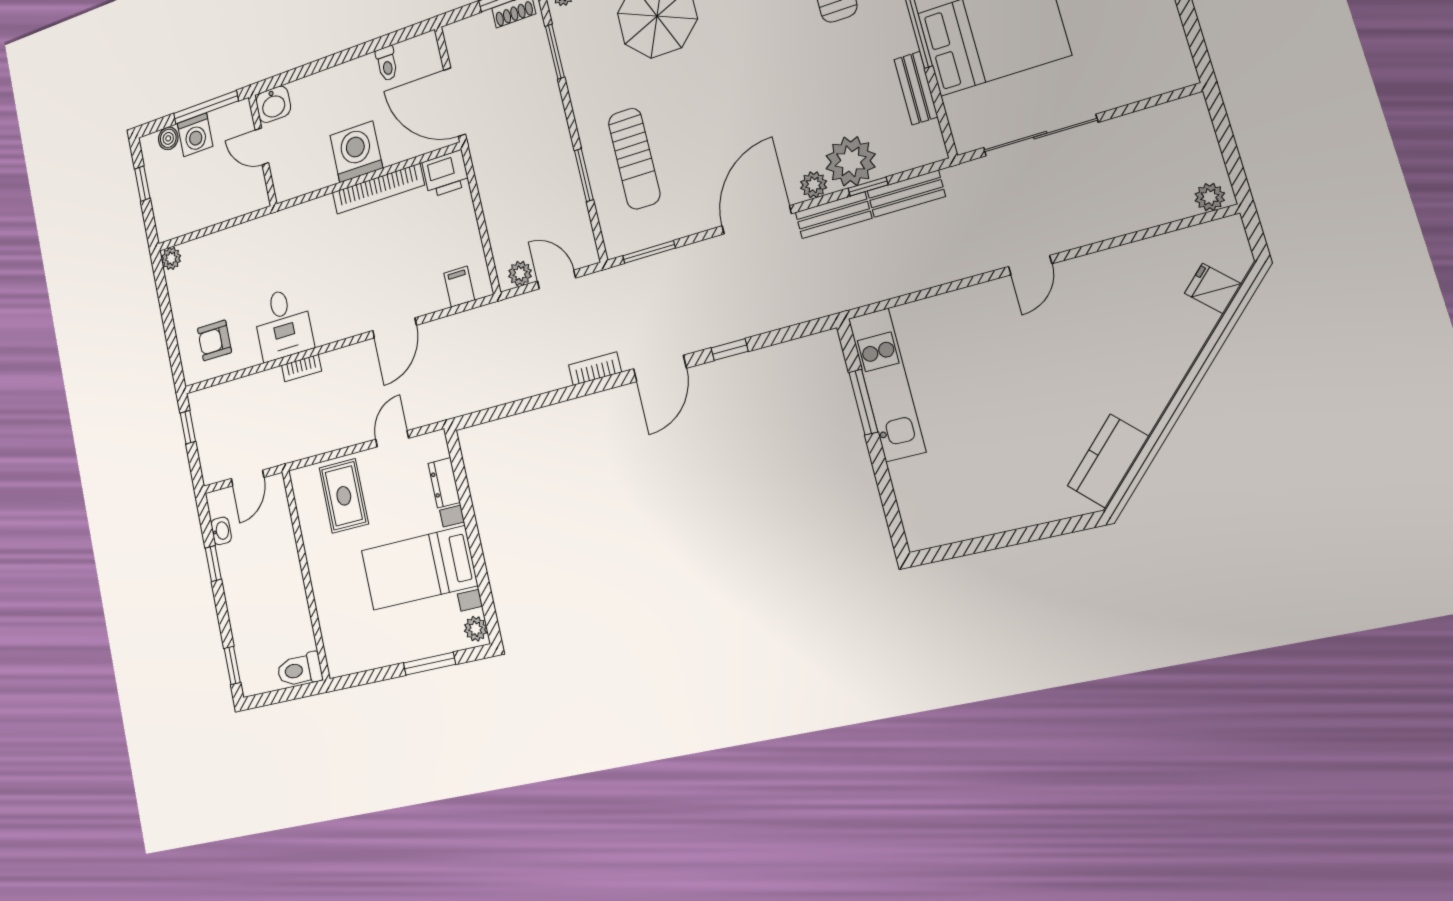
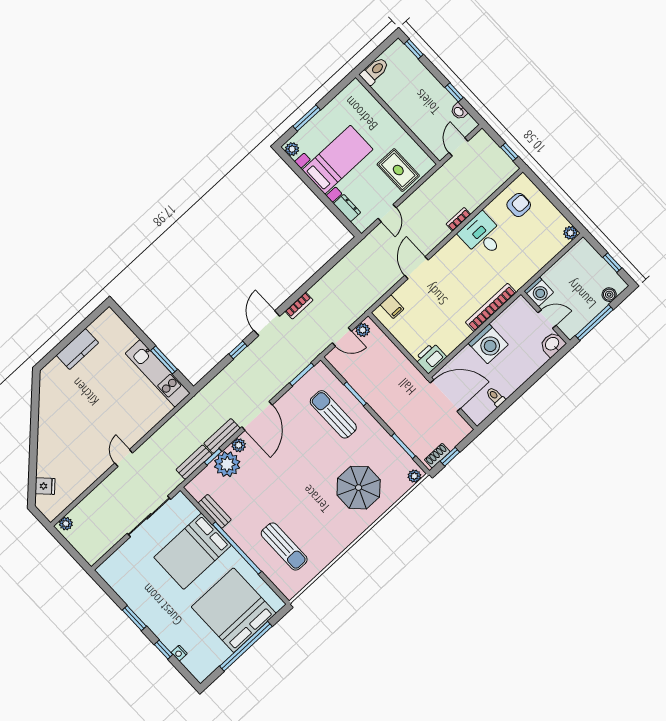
washing machine: (195, 135) -> (539, 292), moved, turned 180
bookcase: (378, 189) -> (491, 307), moved
kitchen counter: (1108, 461) -> (77, 349), moved, turned 45

